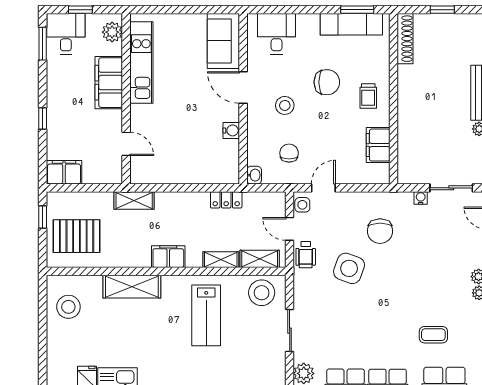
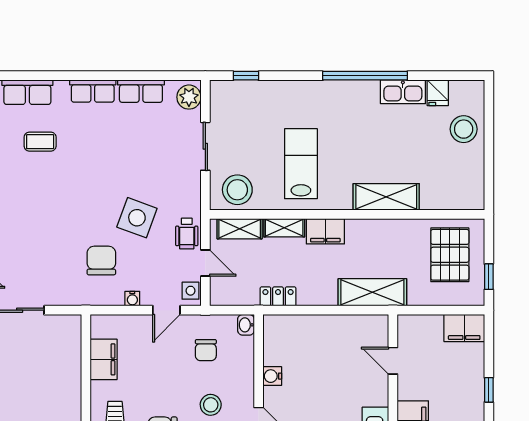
water cooler: (421, 198) -> (132, 299), moved
shelving: (134, 200) -> (372, 292), width x1.50, depth x1.33
pallet: (77, 236) -> (450, 255), turned 90
wheelchair: (306, 255) -> (187, 233), turned 180
filing cabinet: (168, 257) -> (325, 231), moved
stool: (68, 307) -> (464, 129), moved

